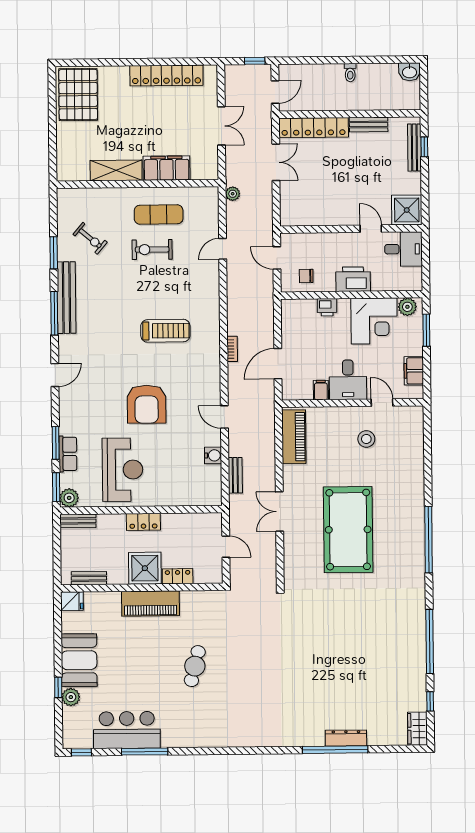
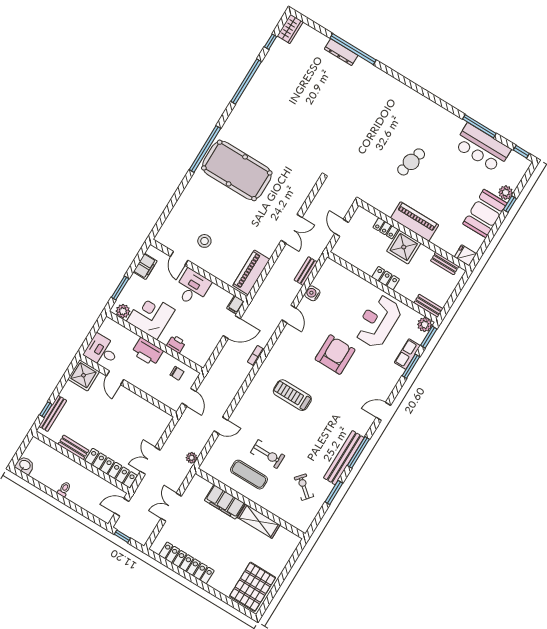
filing cabinet: (321, 390) -> (235, 305), moved
pool table: (348, 530) -> (237, 170), moved, turned 90

